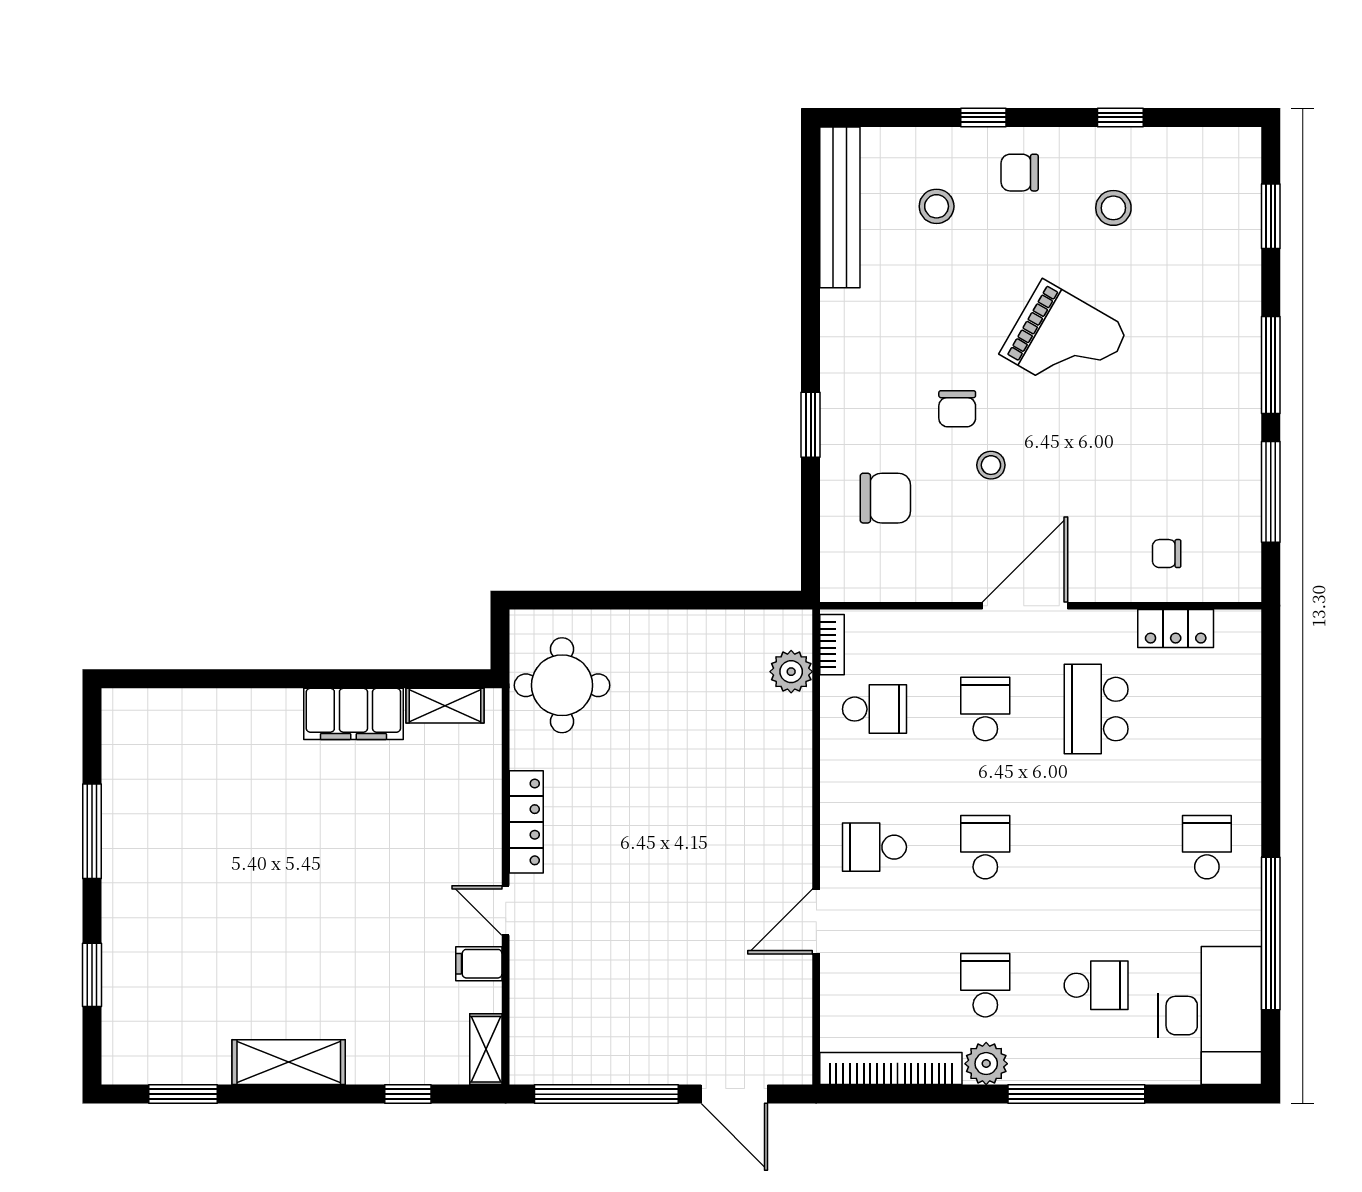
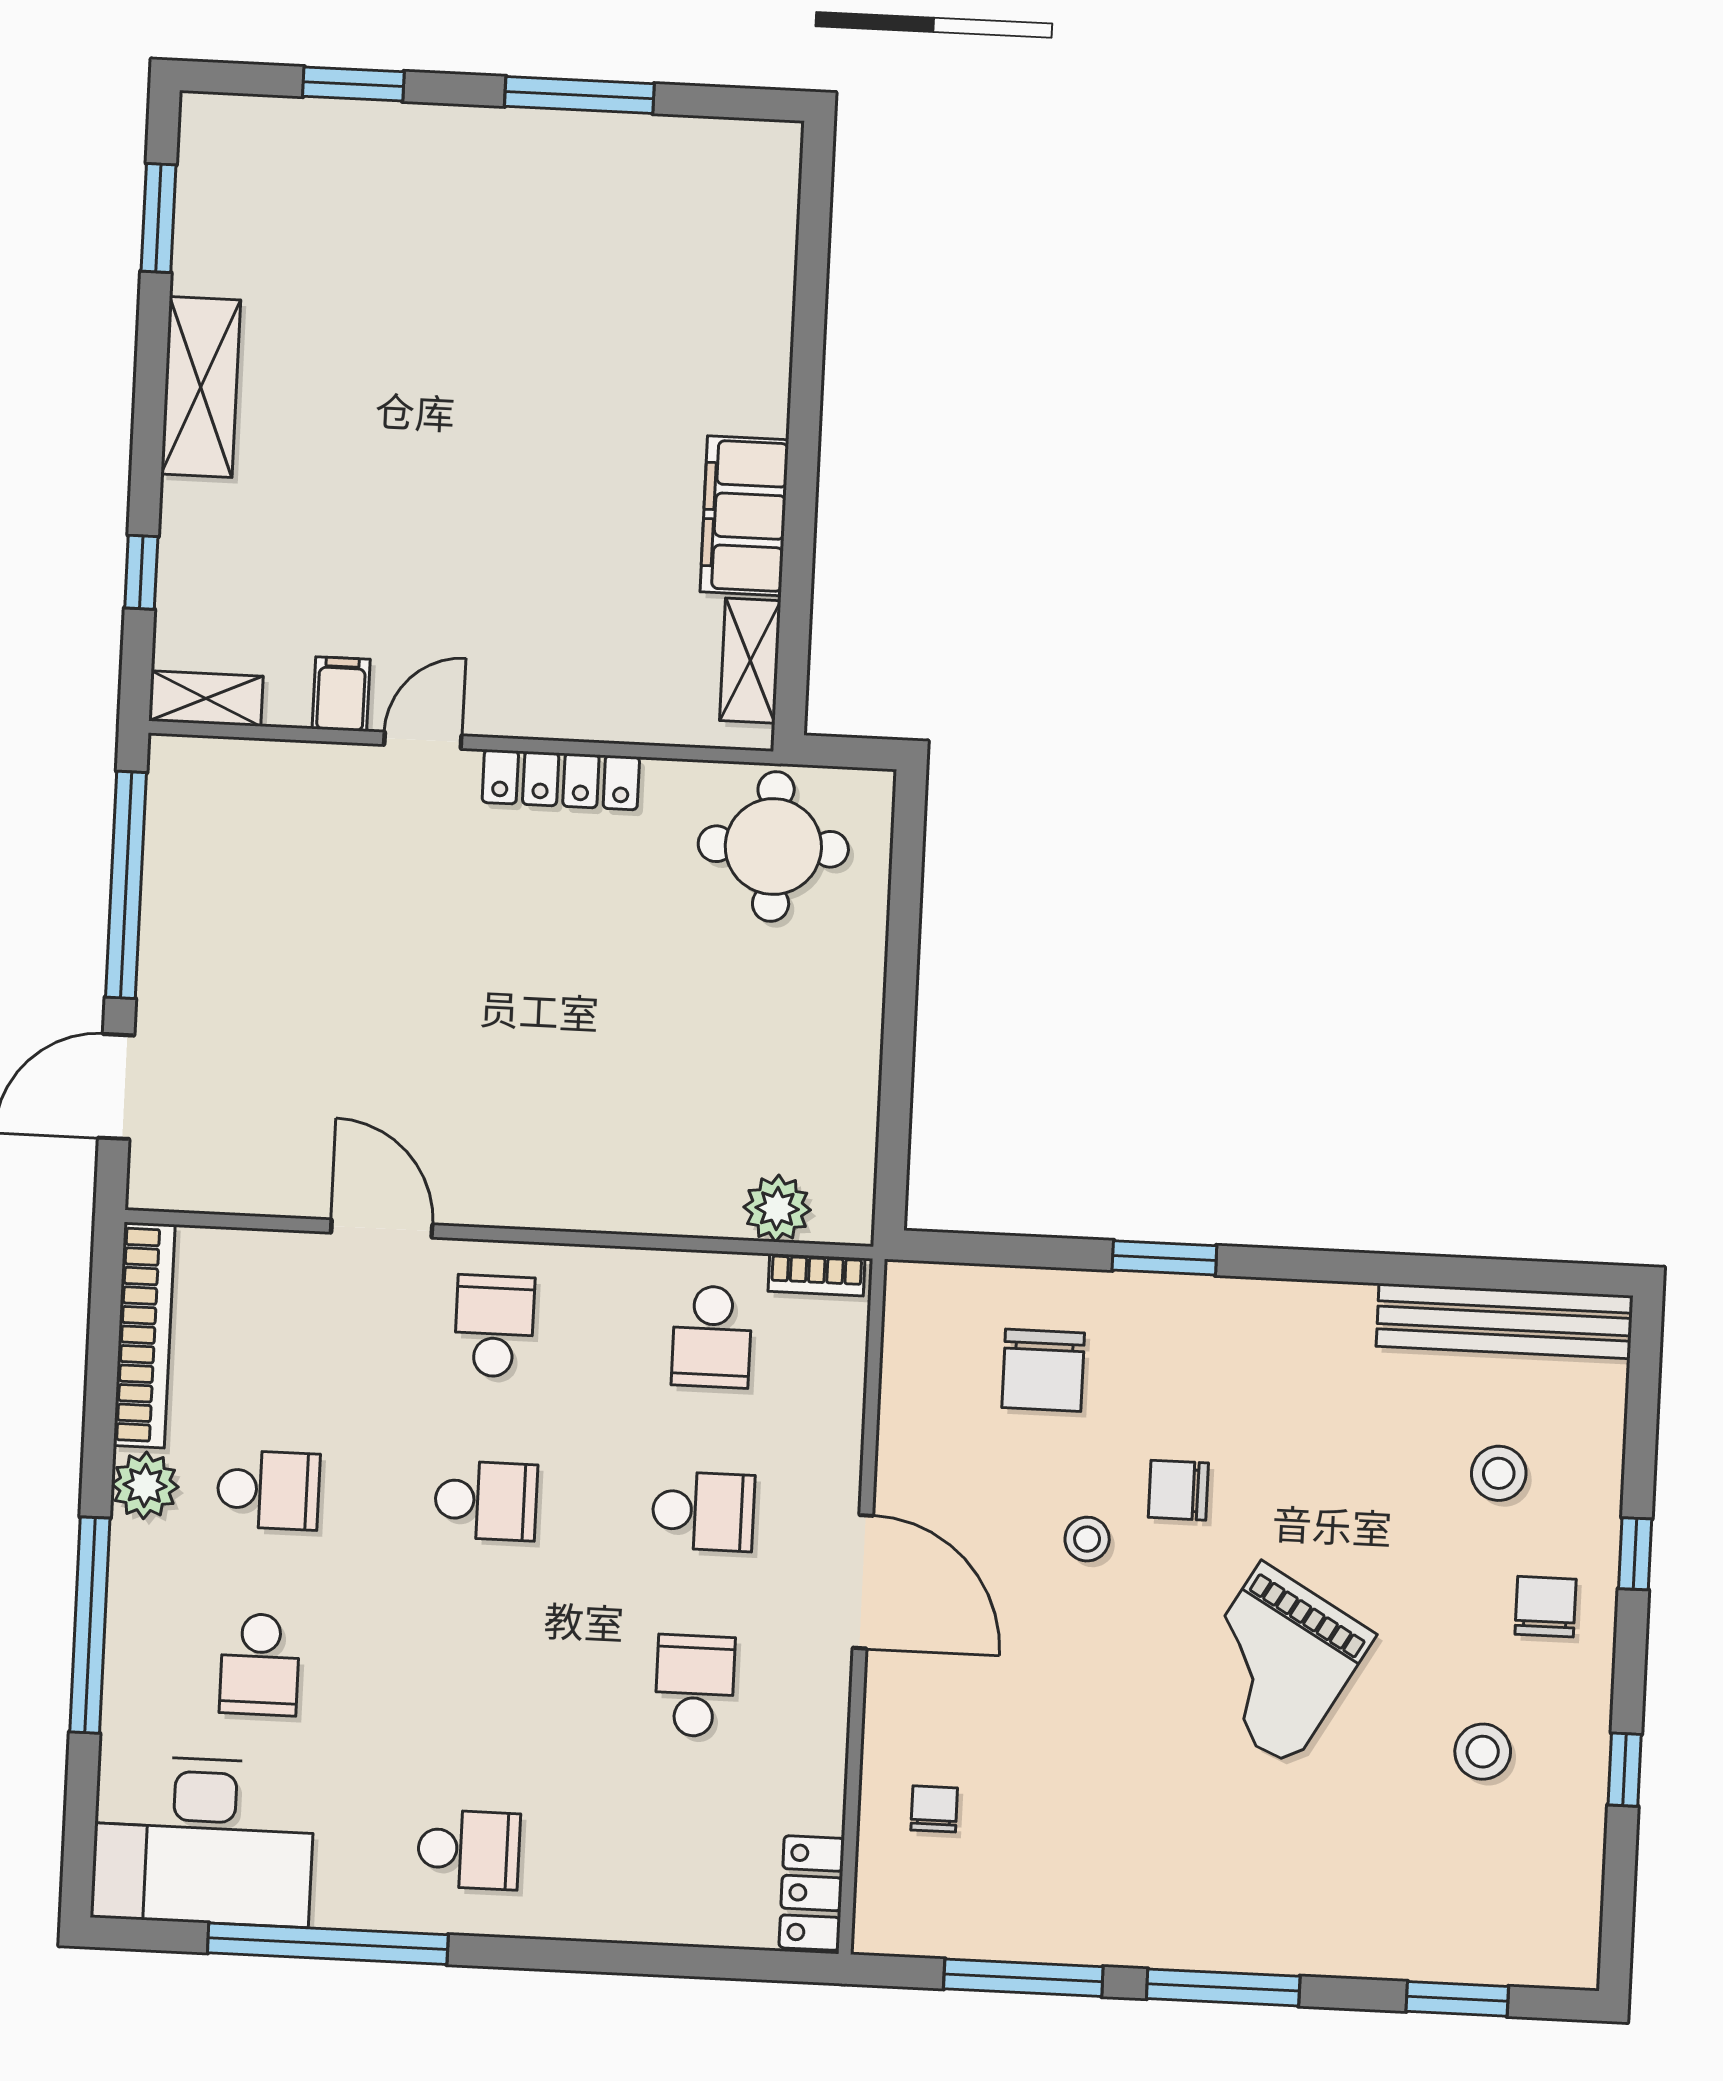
locker: (1176, 629) -> (812, 1893), moved
school desk: (1096, 709) -> (695, 1686), width x0.54

